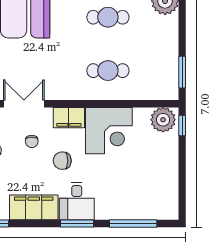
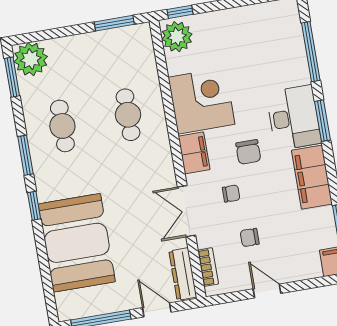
desk: (77, 201) -> (294, 118), width x1.37

